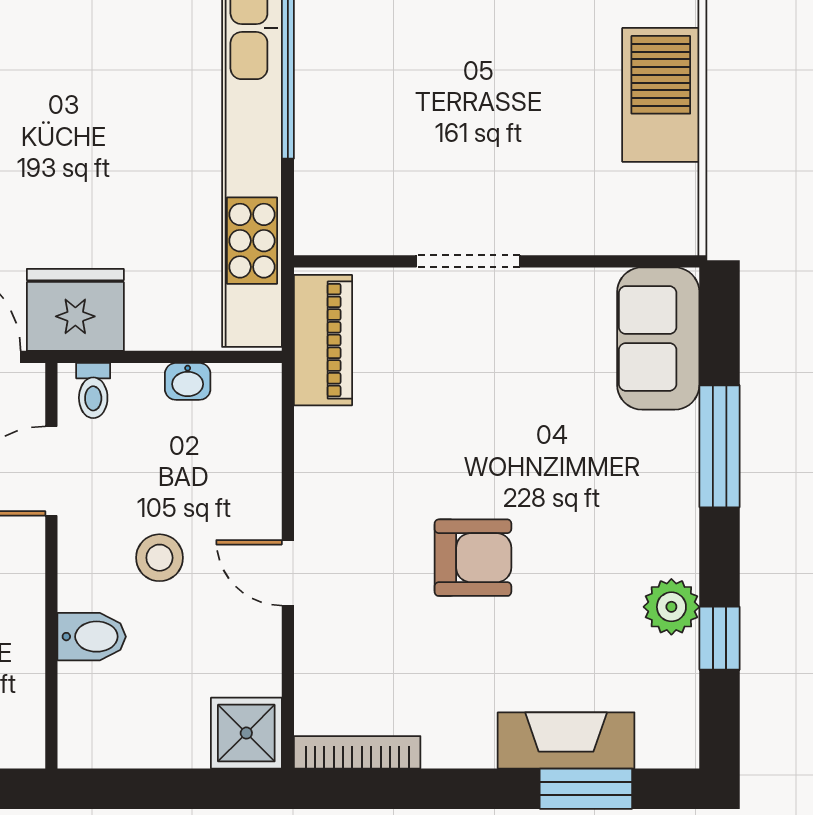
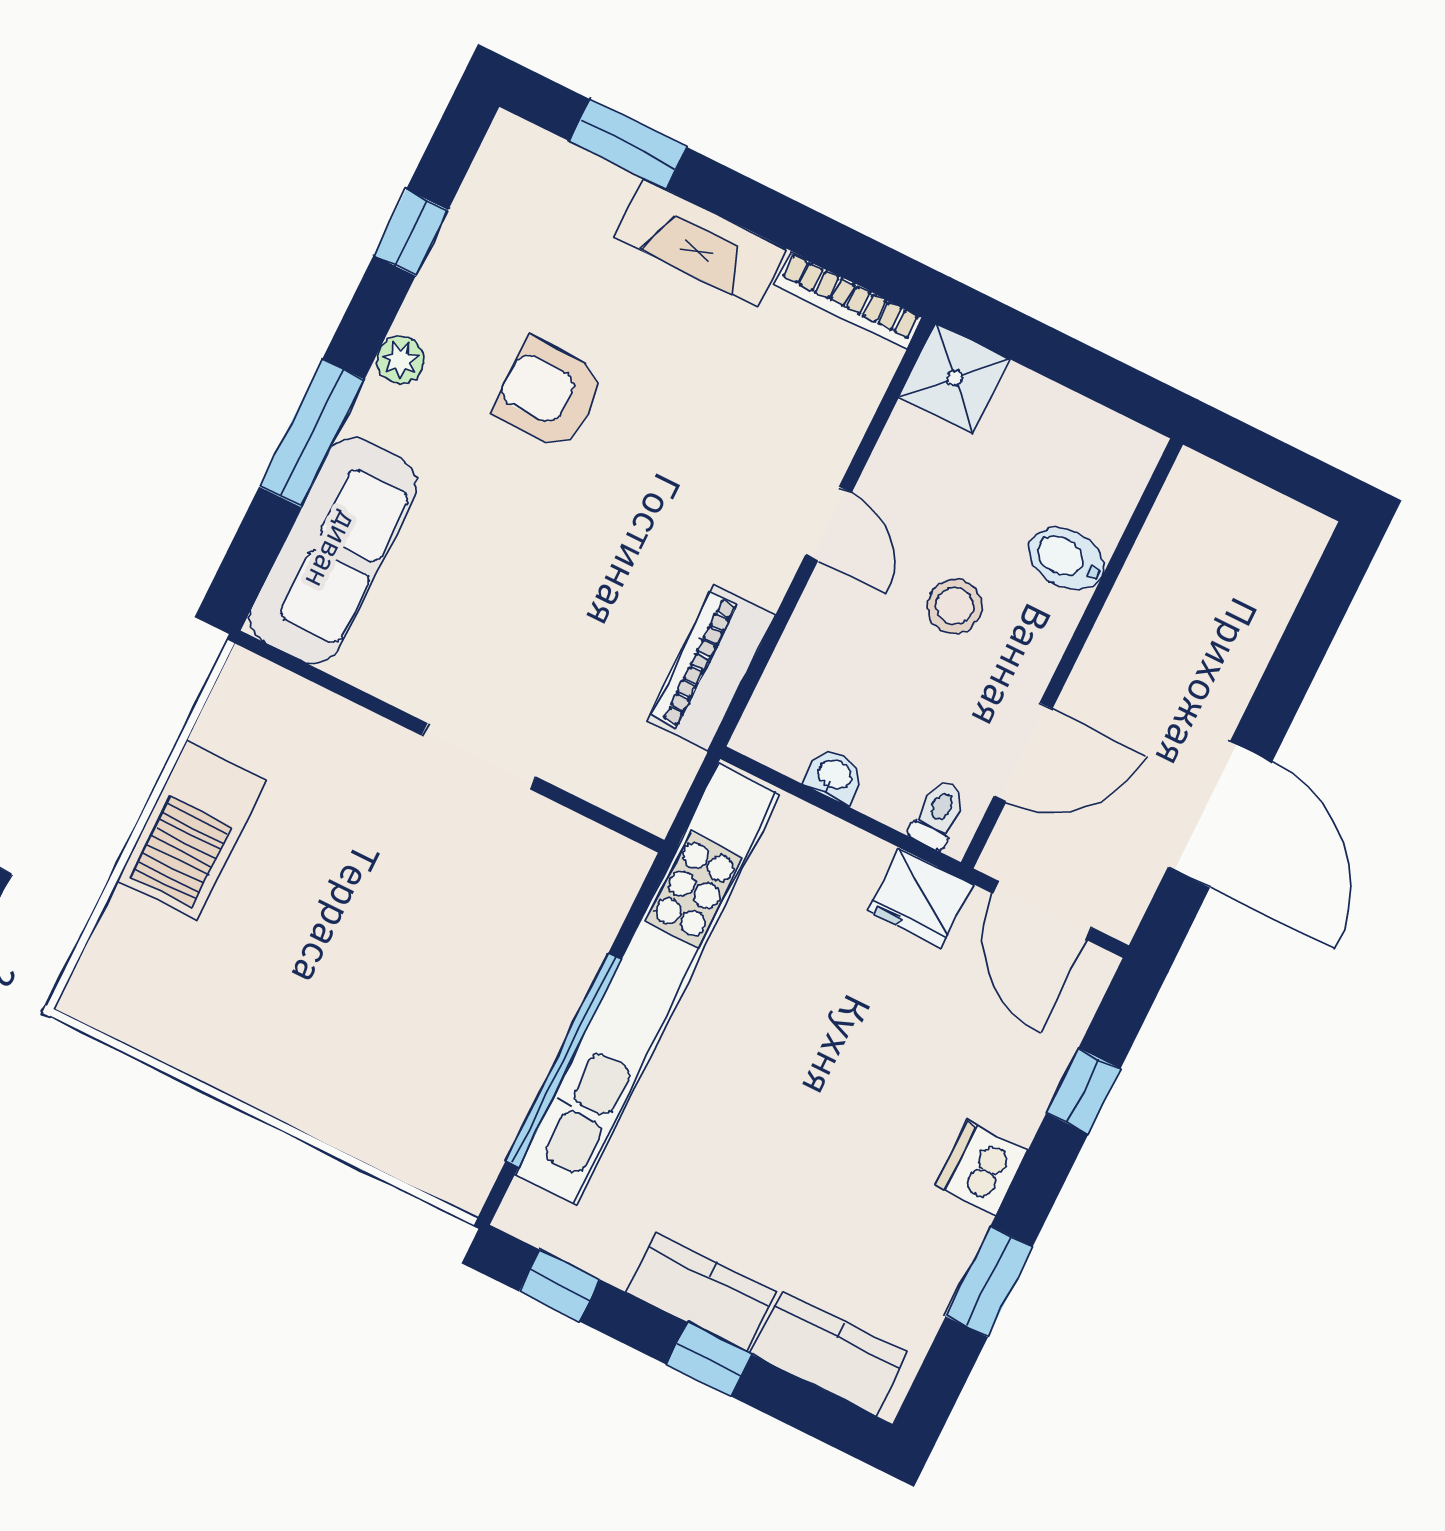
fridge: (75, 310) -> (920, 898), width x0.73, depth x0.75
sofa: (658, 338) -> (333, 551), width x1.36
piano: (323, 340) -> (711, 668), moved
armchair: (473, 558) -> (549, 394), moved
plant: (671, 607) -> (401, 360), moved, width x0.73, depth x0.73
fireplace: (566, 740) -> (701, 243), moved

